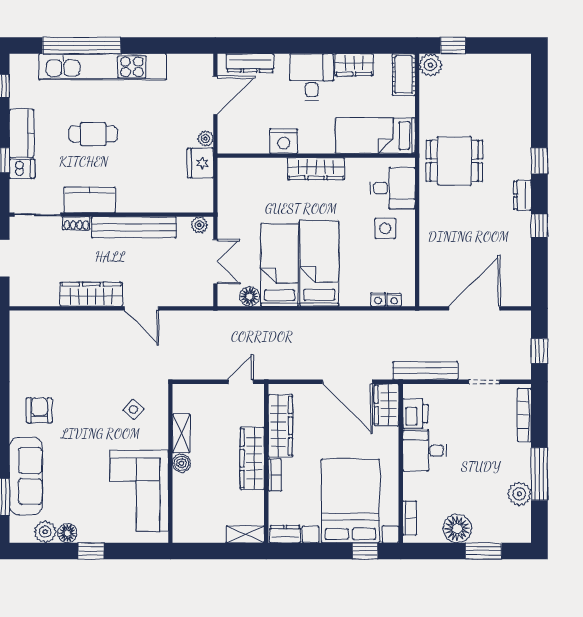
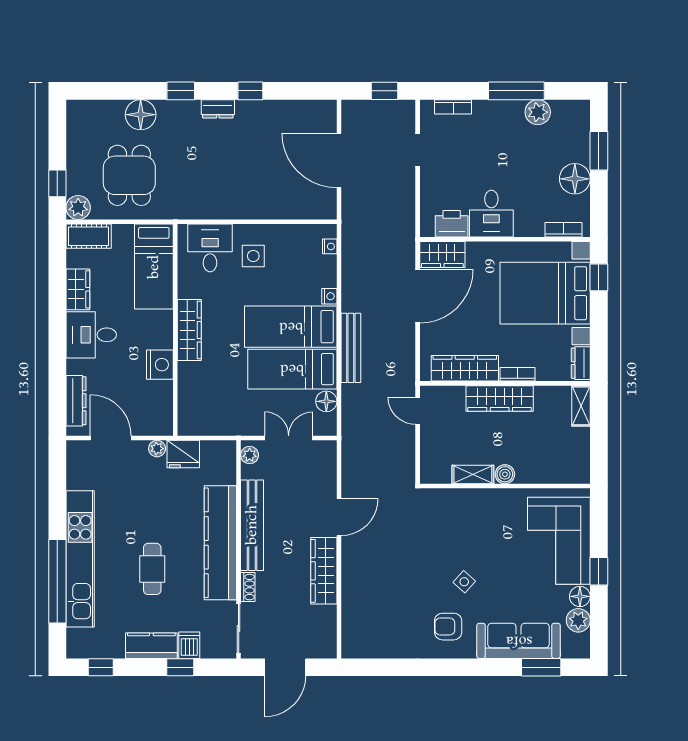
floor lamp: (517, 123) -> (141, 115), added
dining table: (454, 161) -> (129, 175), moved
kitchen counter: (90, 200) -> (220, 543), width x2.08, depth x1.17
nightstand: (378, 299) -> (329, 296), moved
bench: (425, 371) -> (351, 348), moved
side table: (133, 409) -> (464, 582), moved
bookcase: (524, 415) -> (453, 107), width x0.64
corner sofa: (139, 491) -> (559, 541), moved, turned 90

